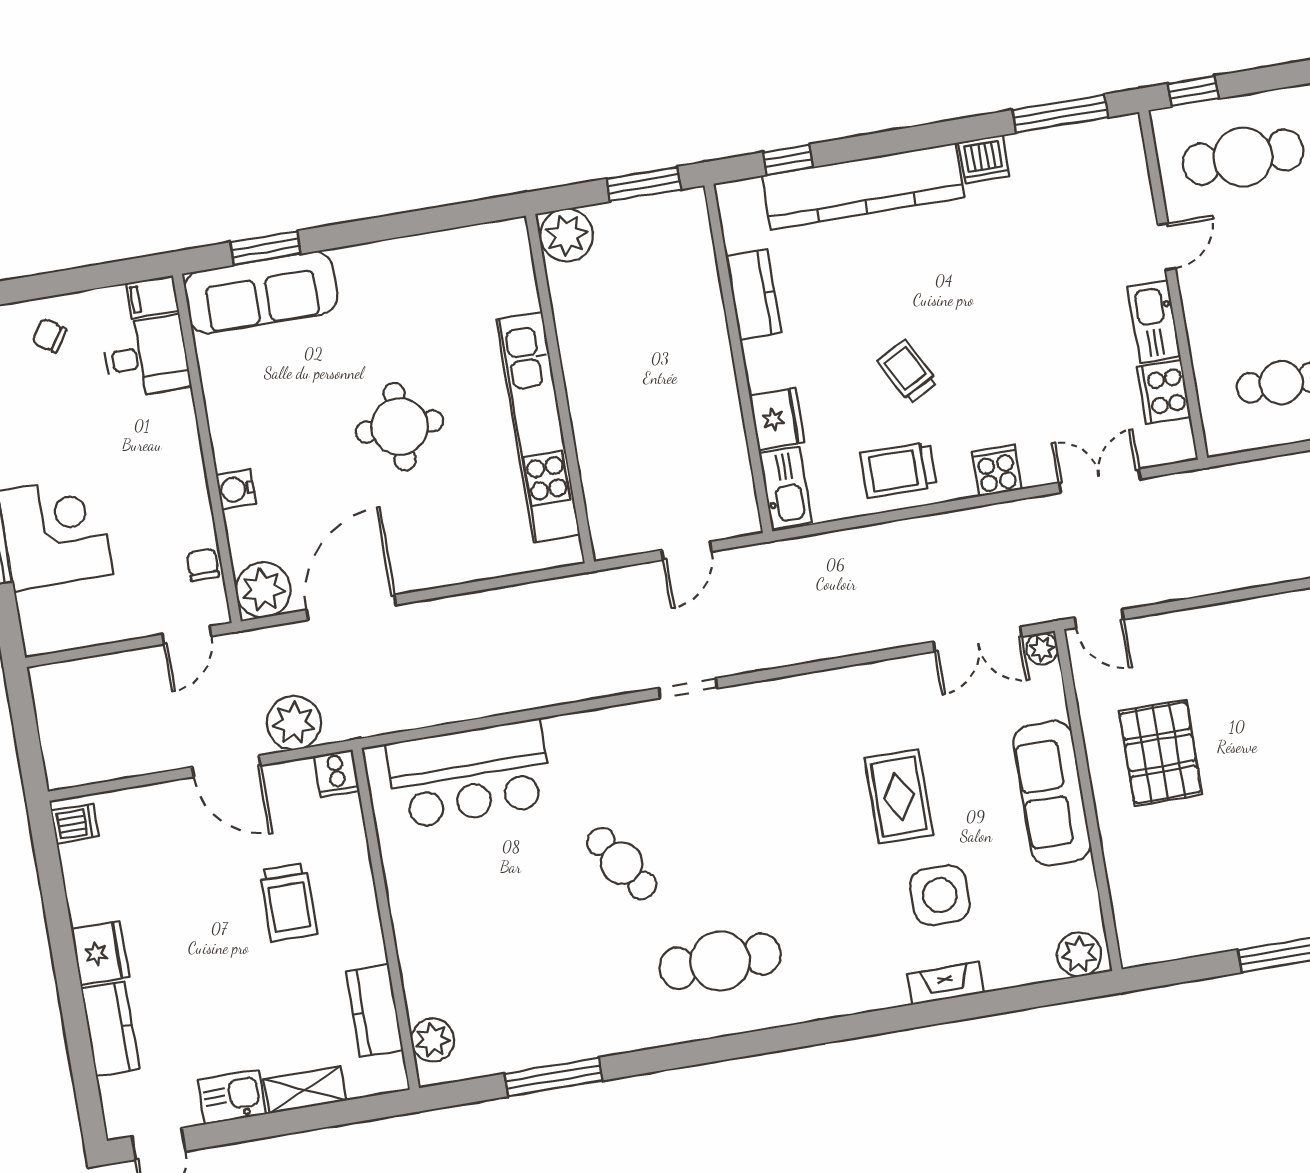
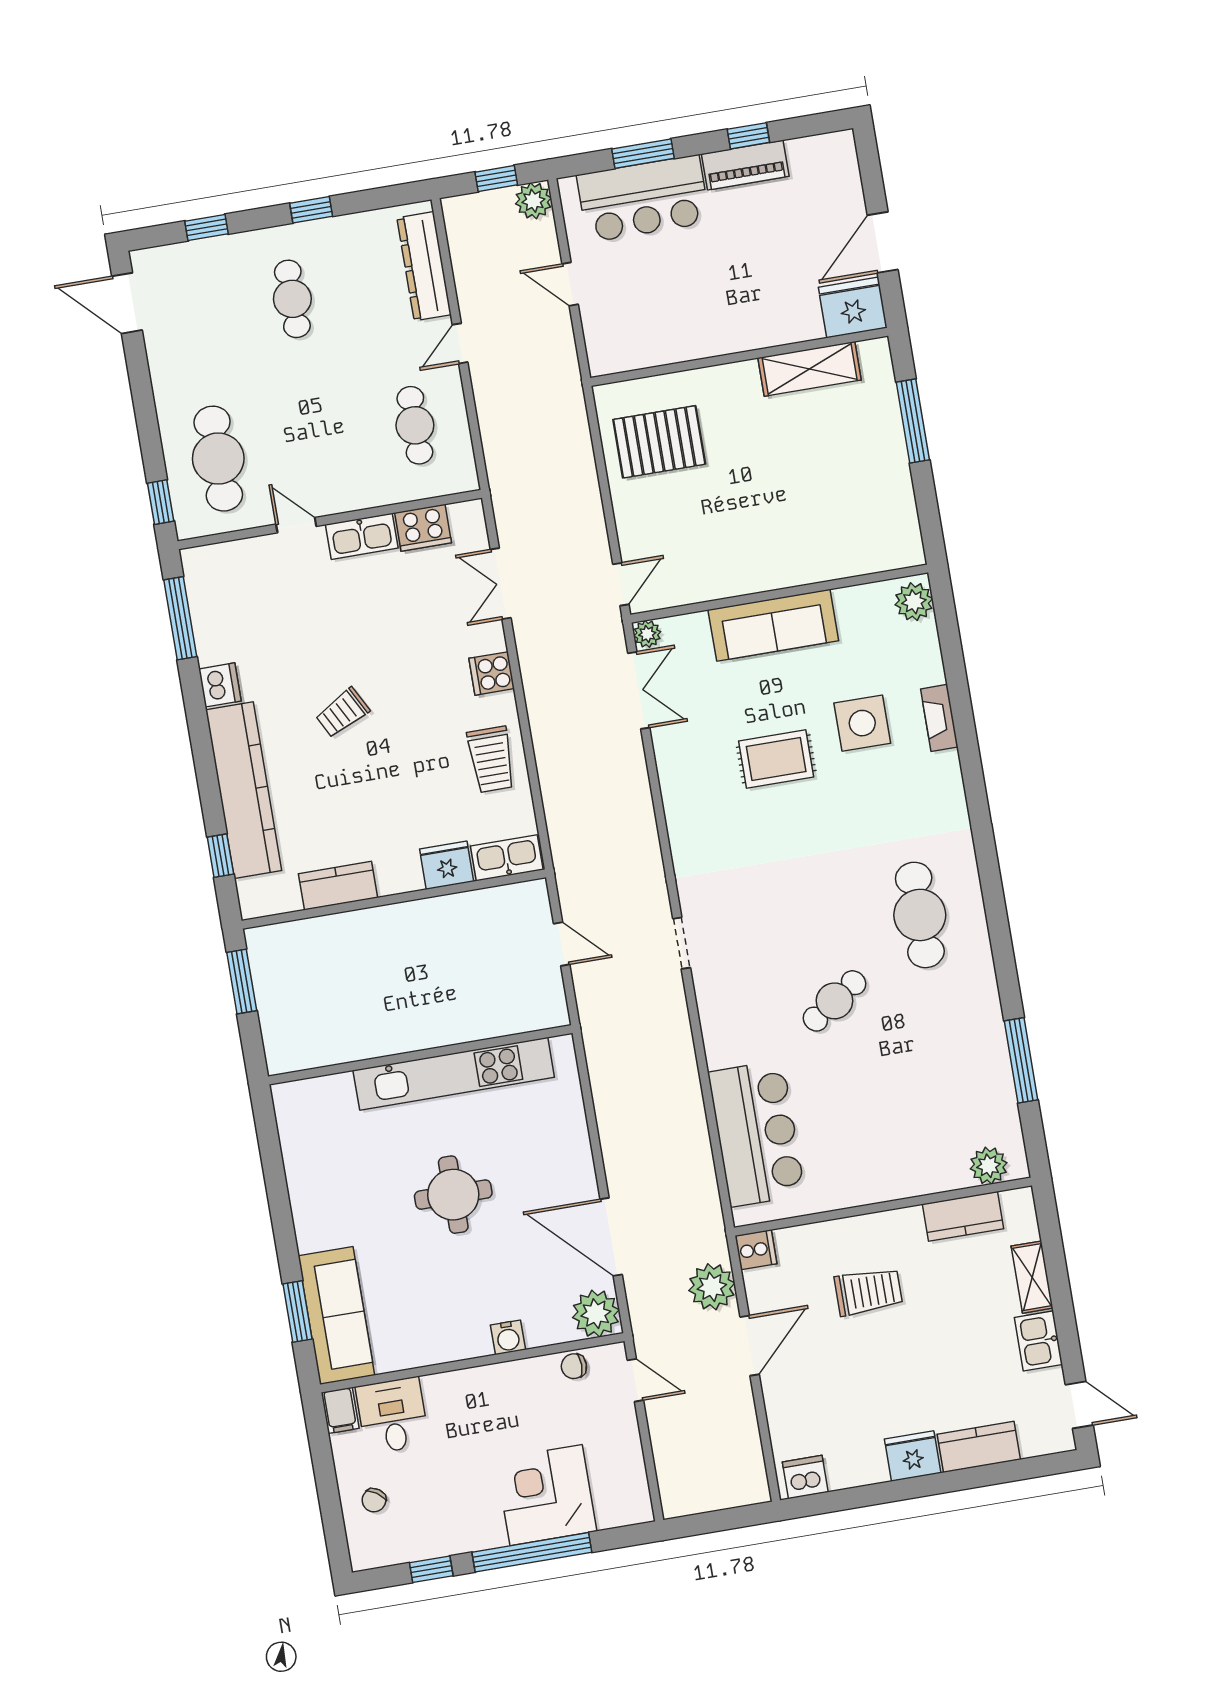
plant: (567, 235) -> (286, 1049), removed
trolley: (907, 372) -> (342, 713), moved
pallet: (1161, 753) -> (659, 442), moved
dishwasher: (75, 824) -> (805, 1477), width x1.38

